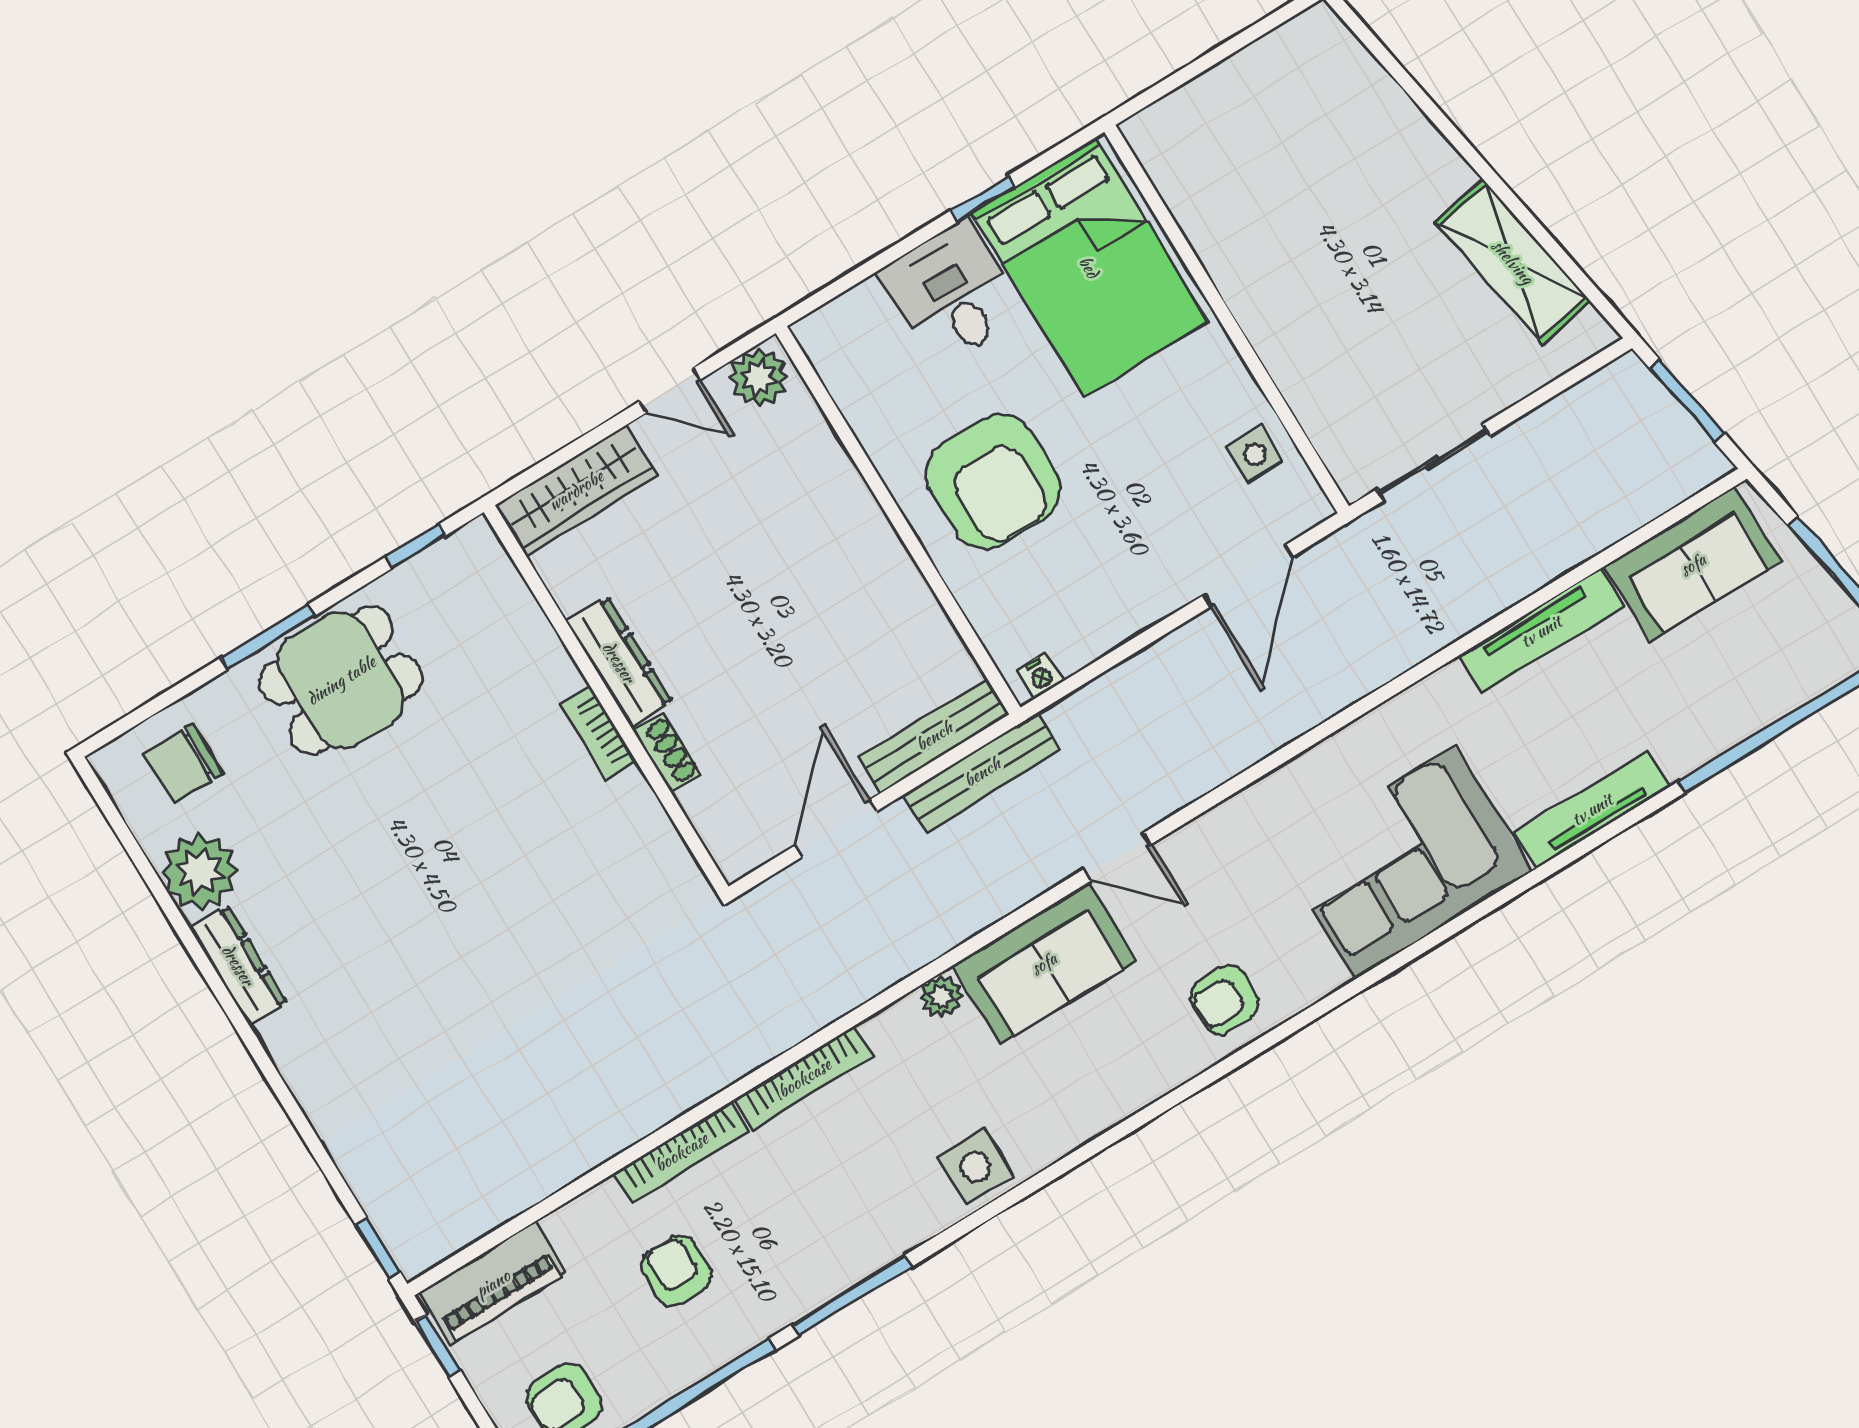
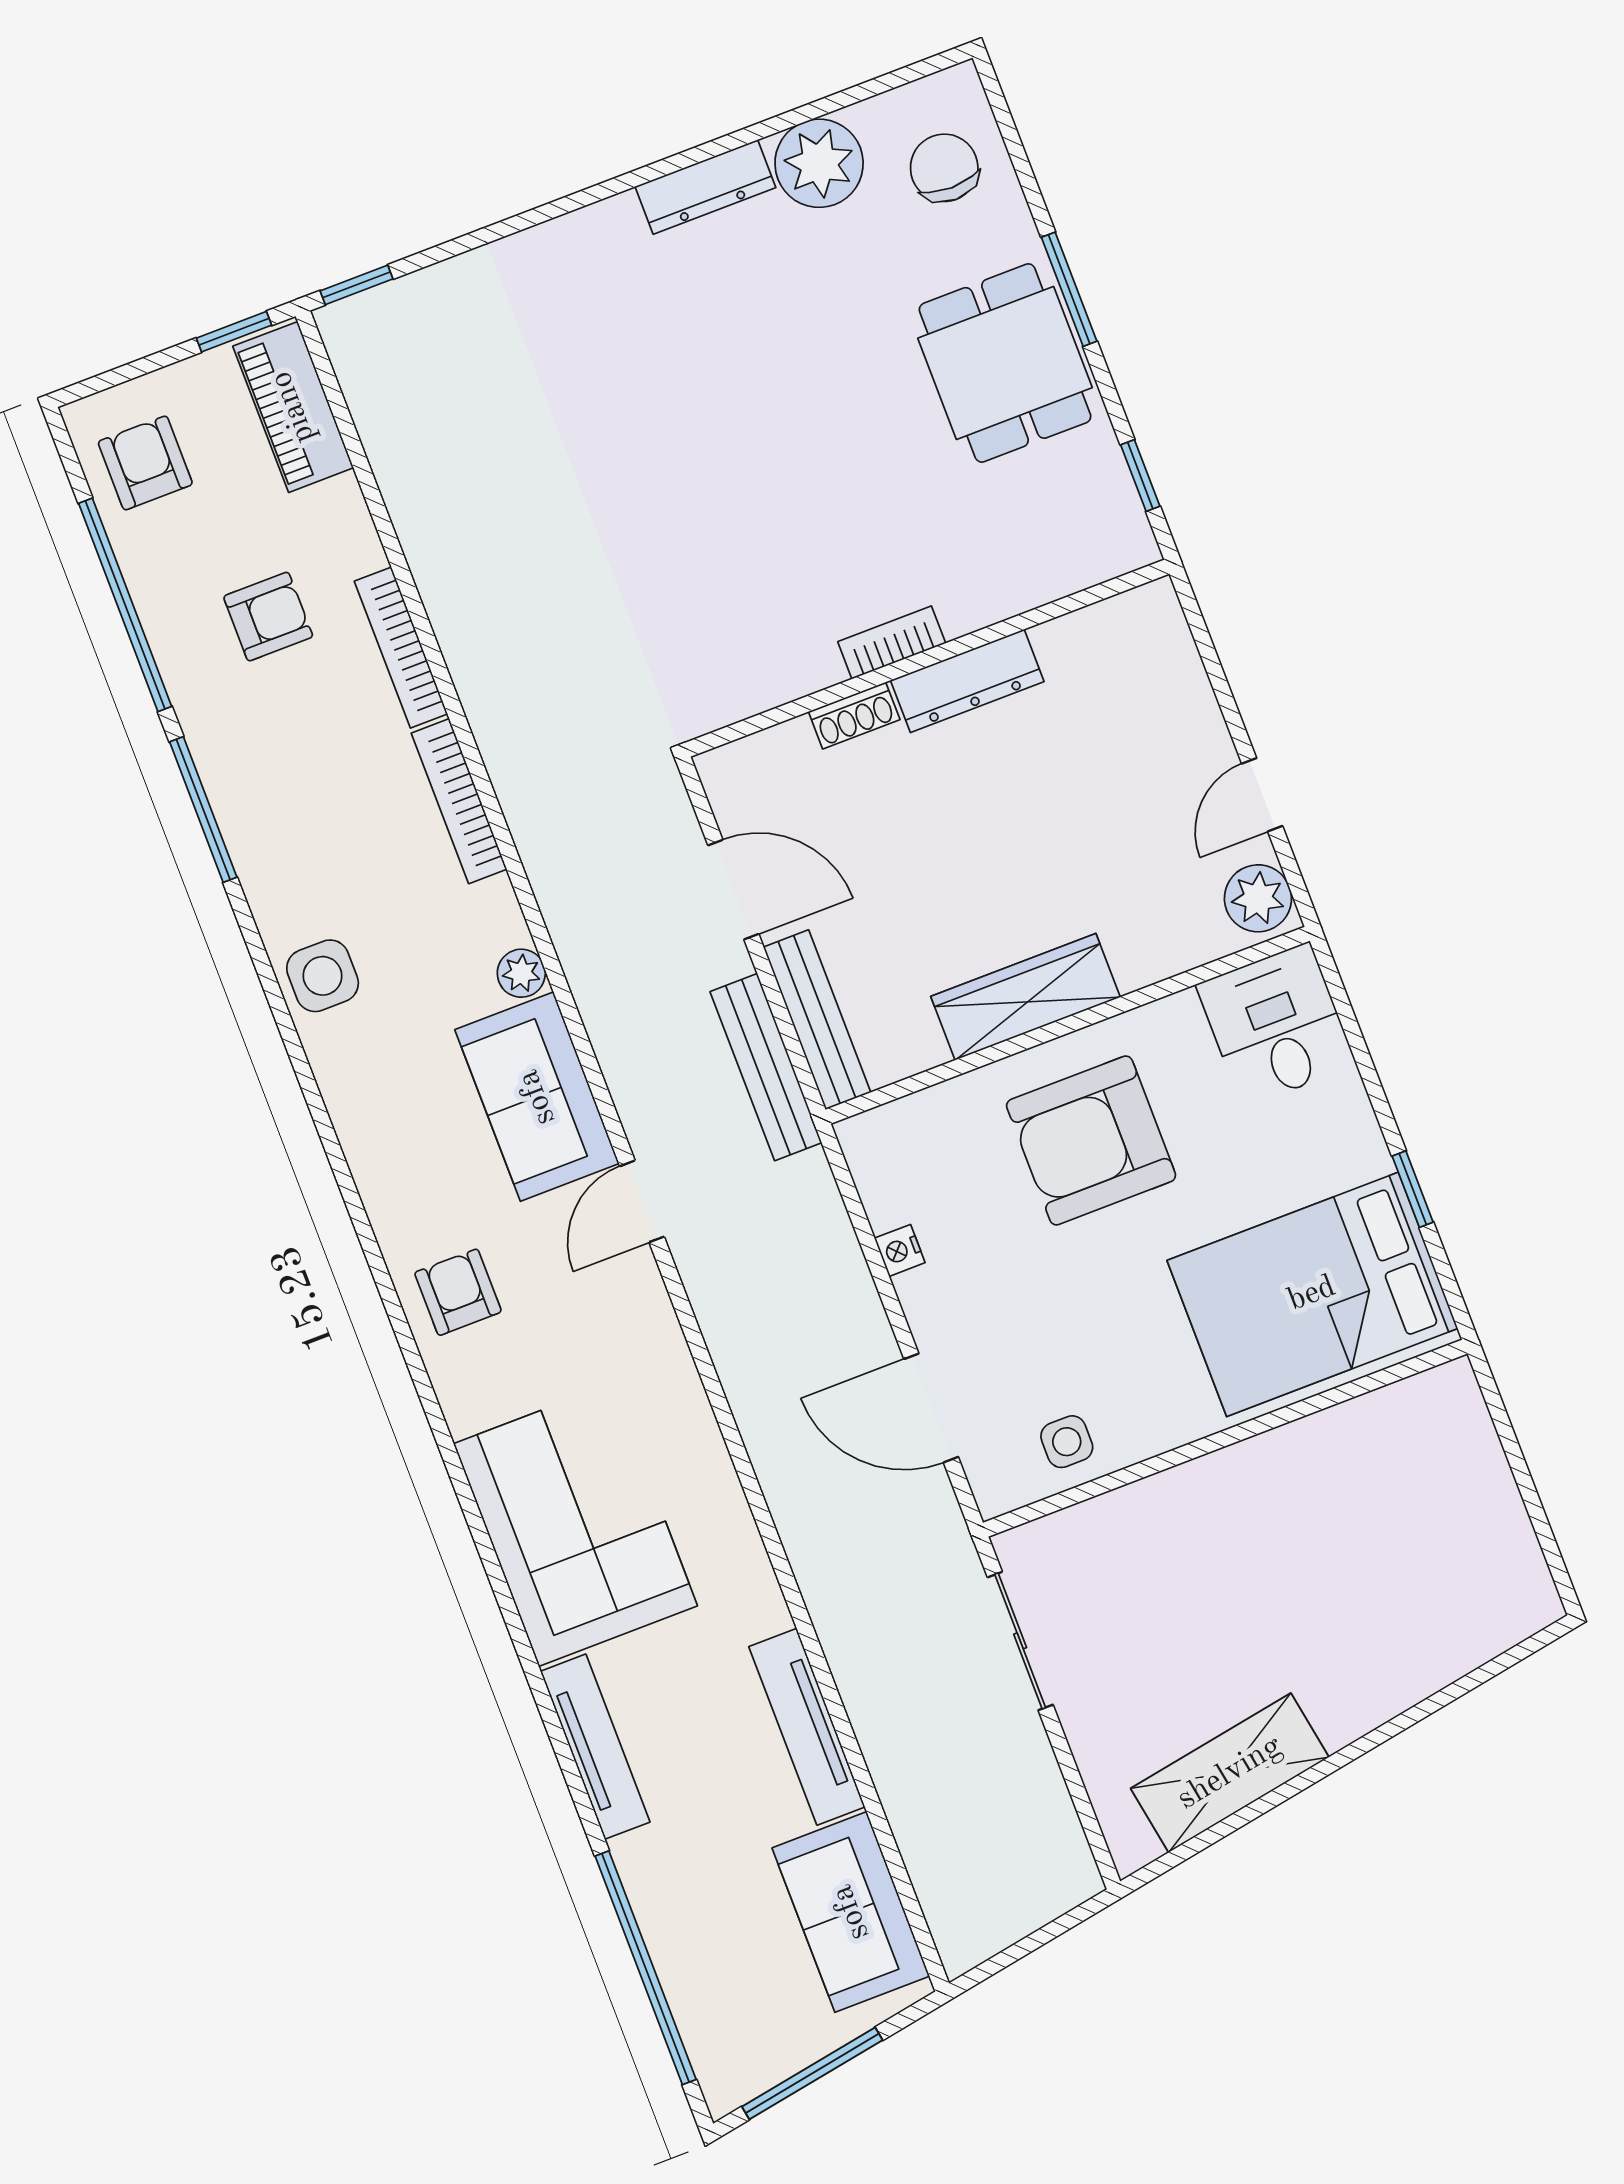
desk: (952, 293) -> (1276, 1025), moved, turned -90
window: (1687, 401) -> (1036, 1940), removed
wardrobe: (576, 490) -> (1025, 997), moved, turned 90
nightstand: (1040, 676) -> (900, 1250), moved

